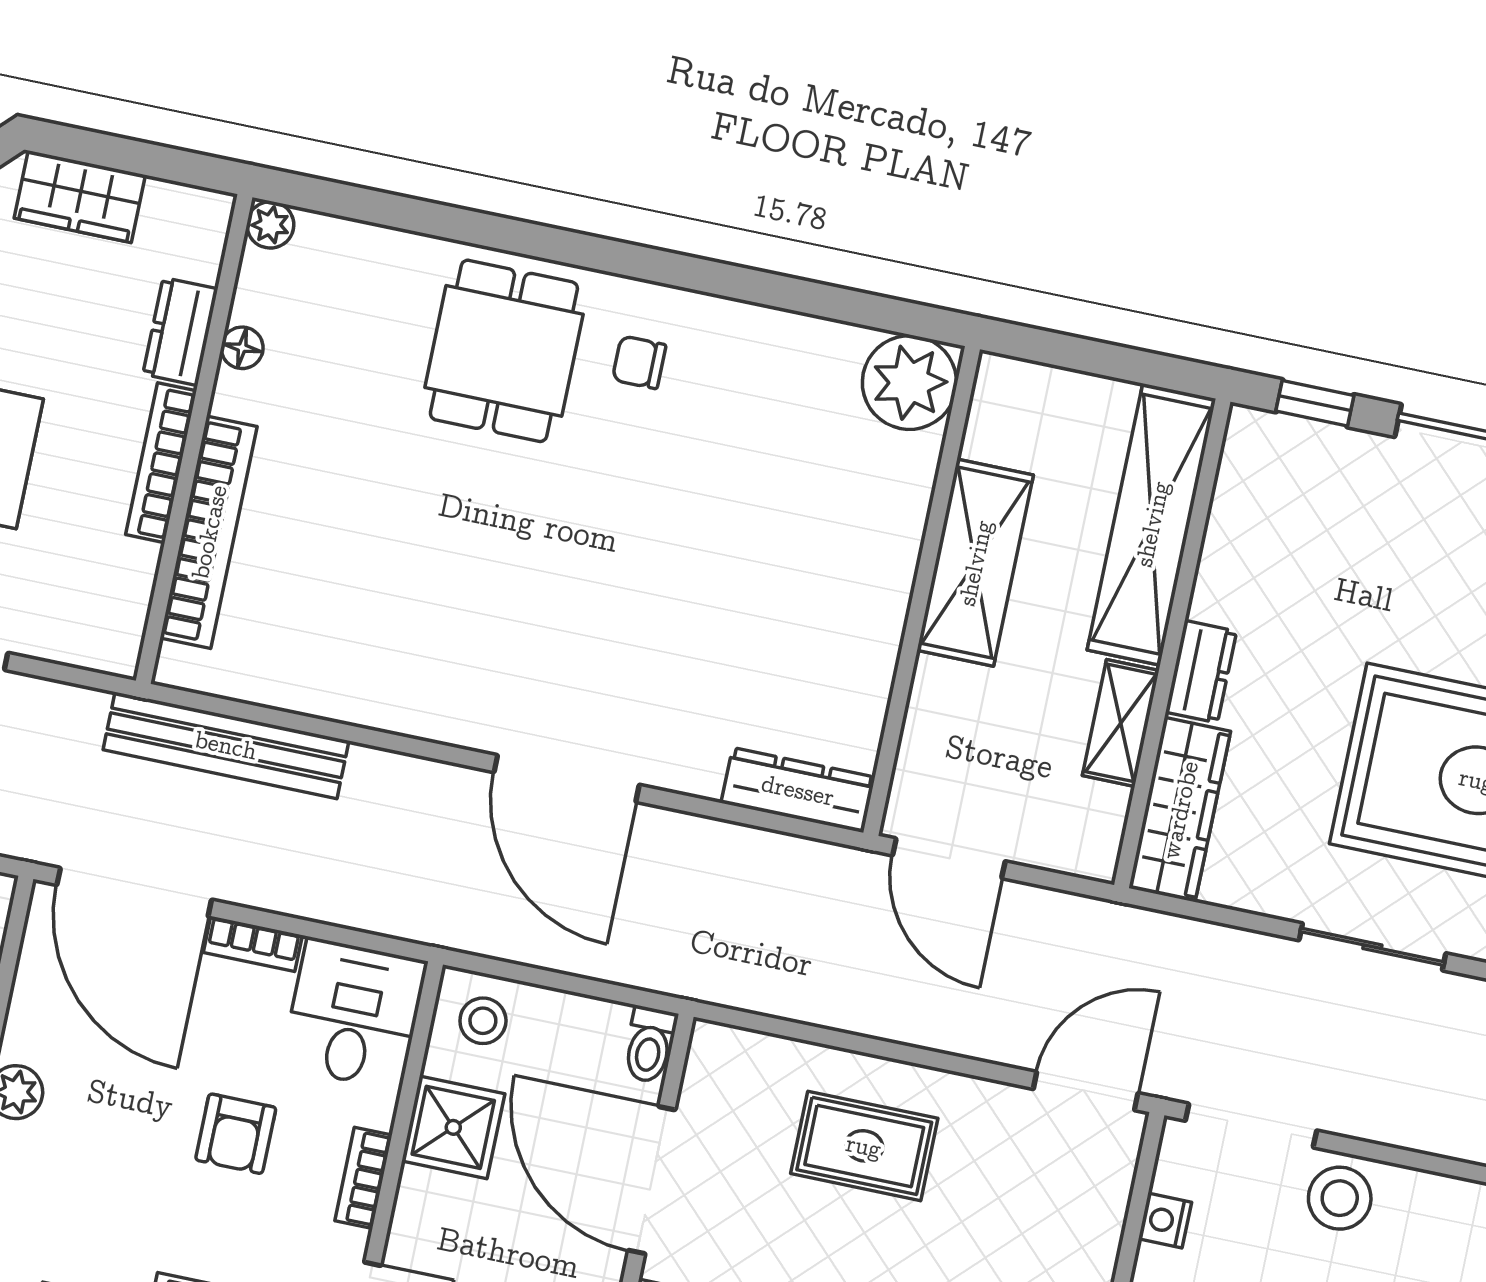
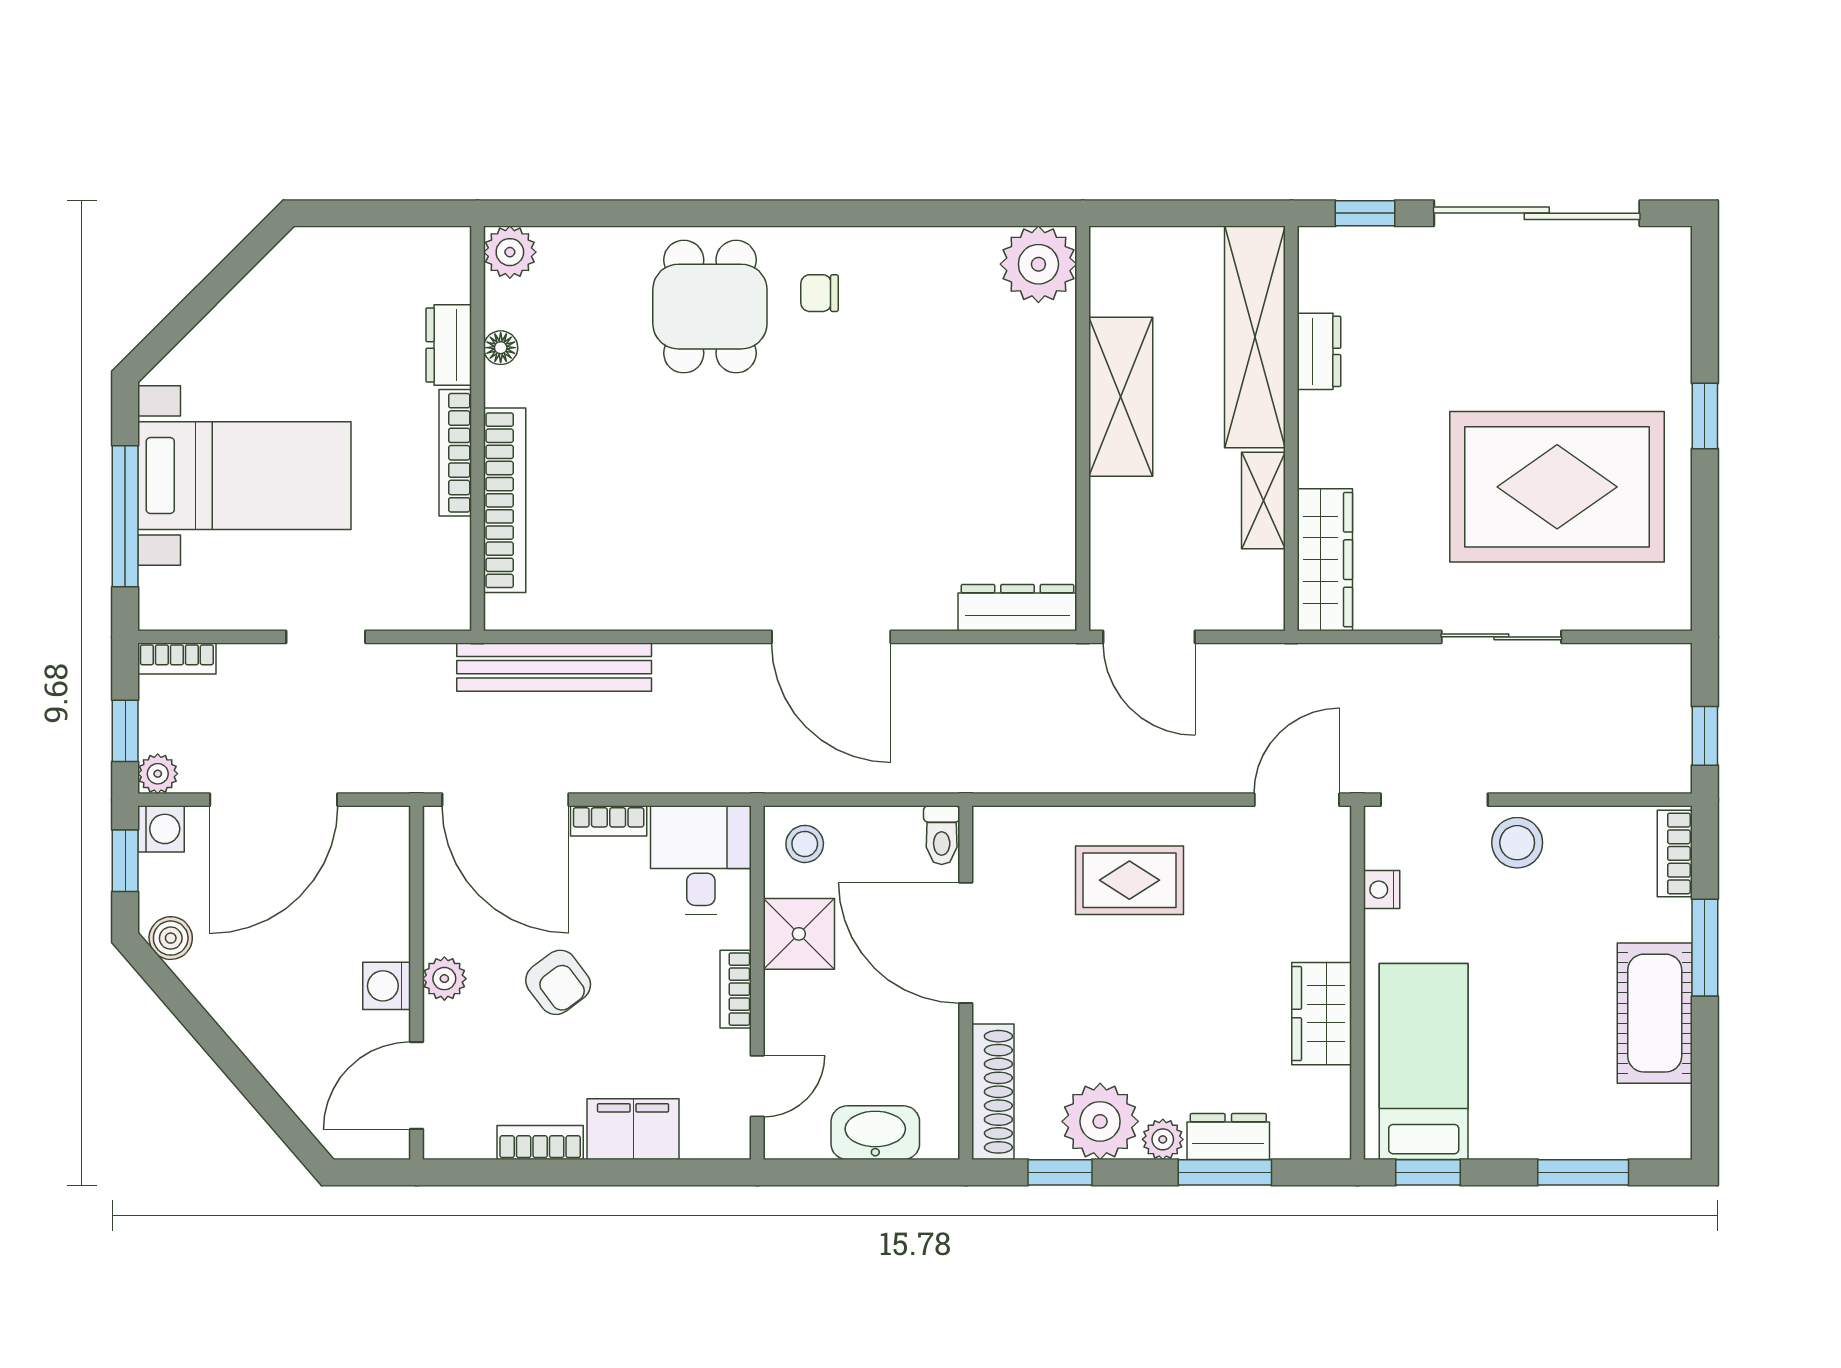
wardrobe: (80, 197) -> (346, 254), removed
plant: (270, 225) -> (510, 252), width x1.38, depth x1.38
dresser: (1201, 672) -> (1319, 351), moved
armchair: (236, 1134) -> (558, 982), moved, turned -37

